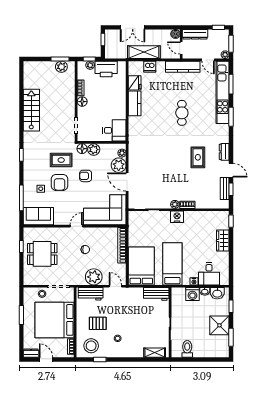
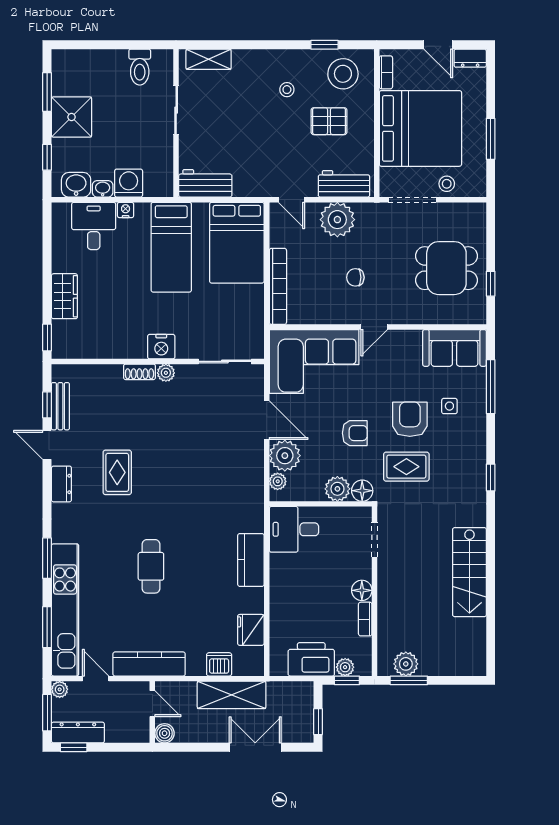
dresser: (195, 34) -> (78, 733), moved
kitchen counter: (135, 103) -> (251, 560), moved

